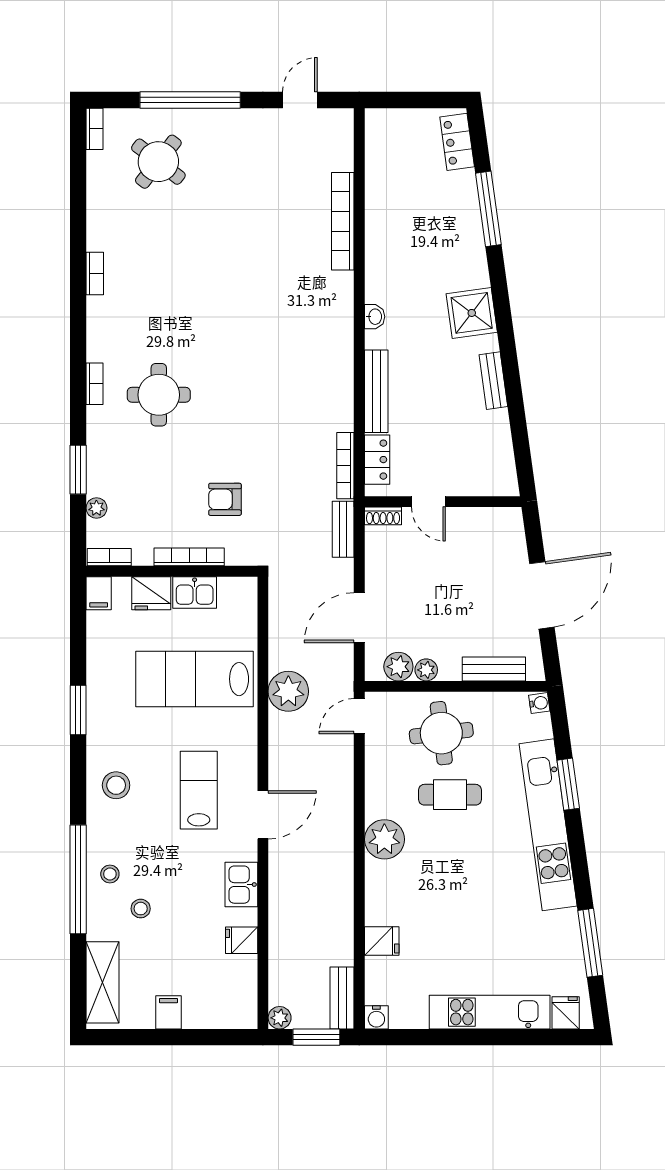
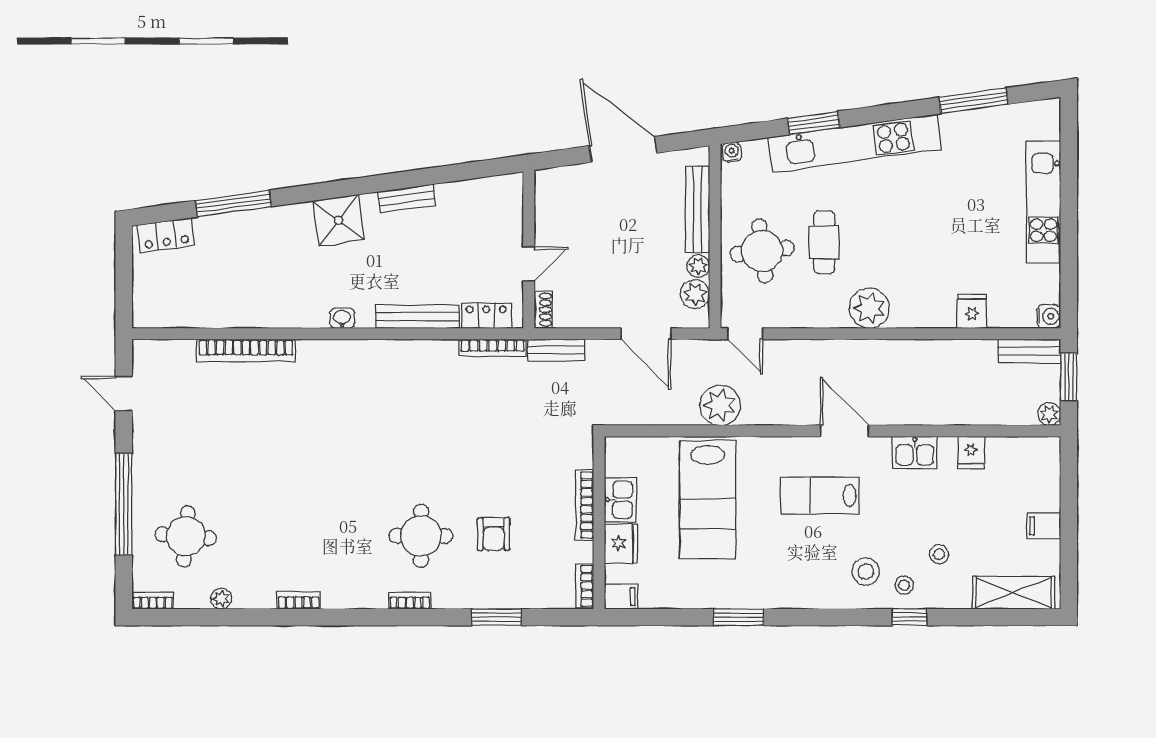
round table: (158, 162) -> (186, 536), turned -33
armchair: (225, 499) -> (494, 534), moved
plant: (96, 508) -> (221, 599), moved
bench: (494, 669) -> (697, 209), width x1.36
stool: (116, 785) -> (866, 572), moved
window: (78, 879) -> (910, 617), width x0.32
fridge: (566, 1013) -> (1044, 126), removed

